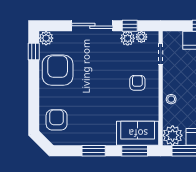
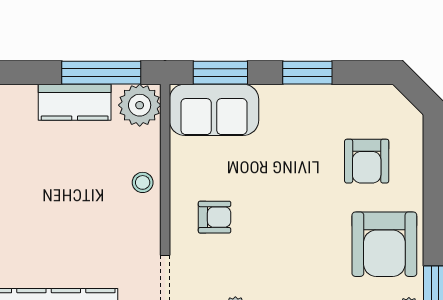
armchair: (137, 83) -> (215, 217), turned -90
armchair: (57, 120) -> (367, 161), moved

